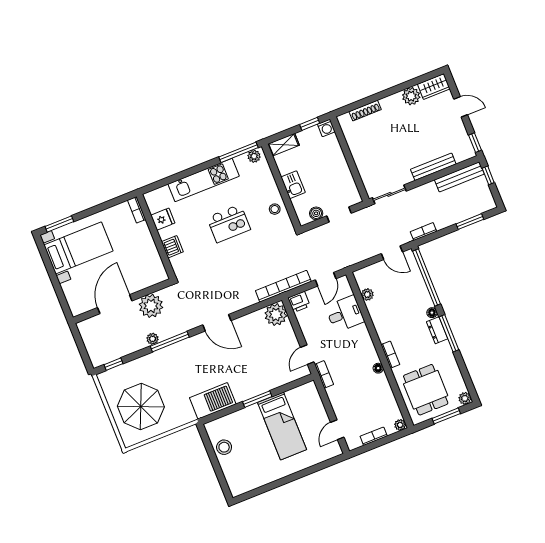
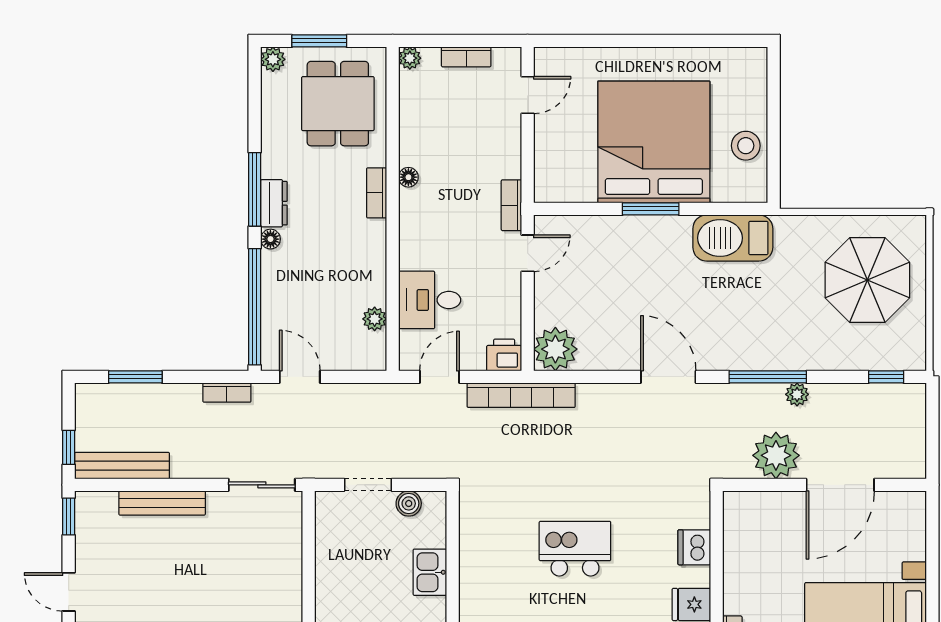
stool: (275, 209) -> (481, 541), removed
bed: (282, 426) -> (654, 142), width x2.04

